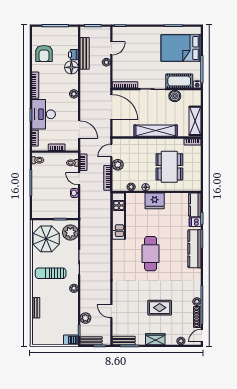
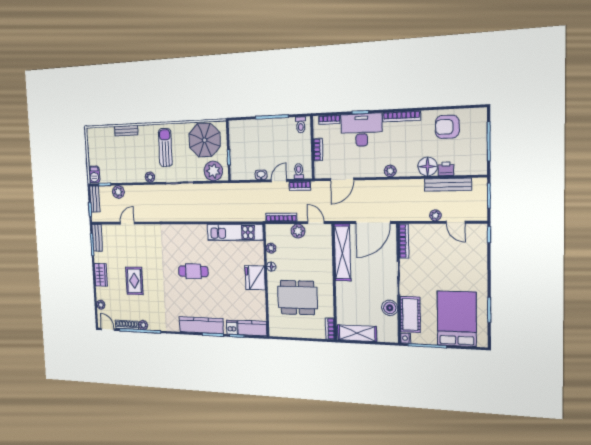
shelving: (156, 131) -> (342, 252), moved
cafe table: (151, 254) -> (193, 271), width x0.73, depth x0.74

